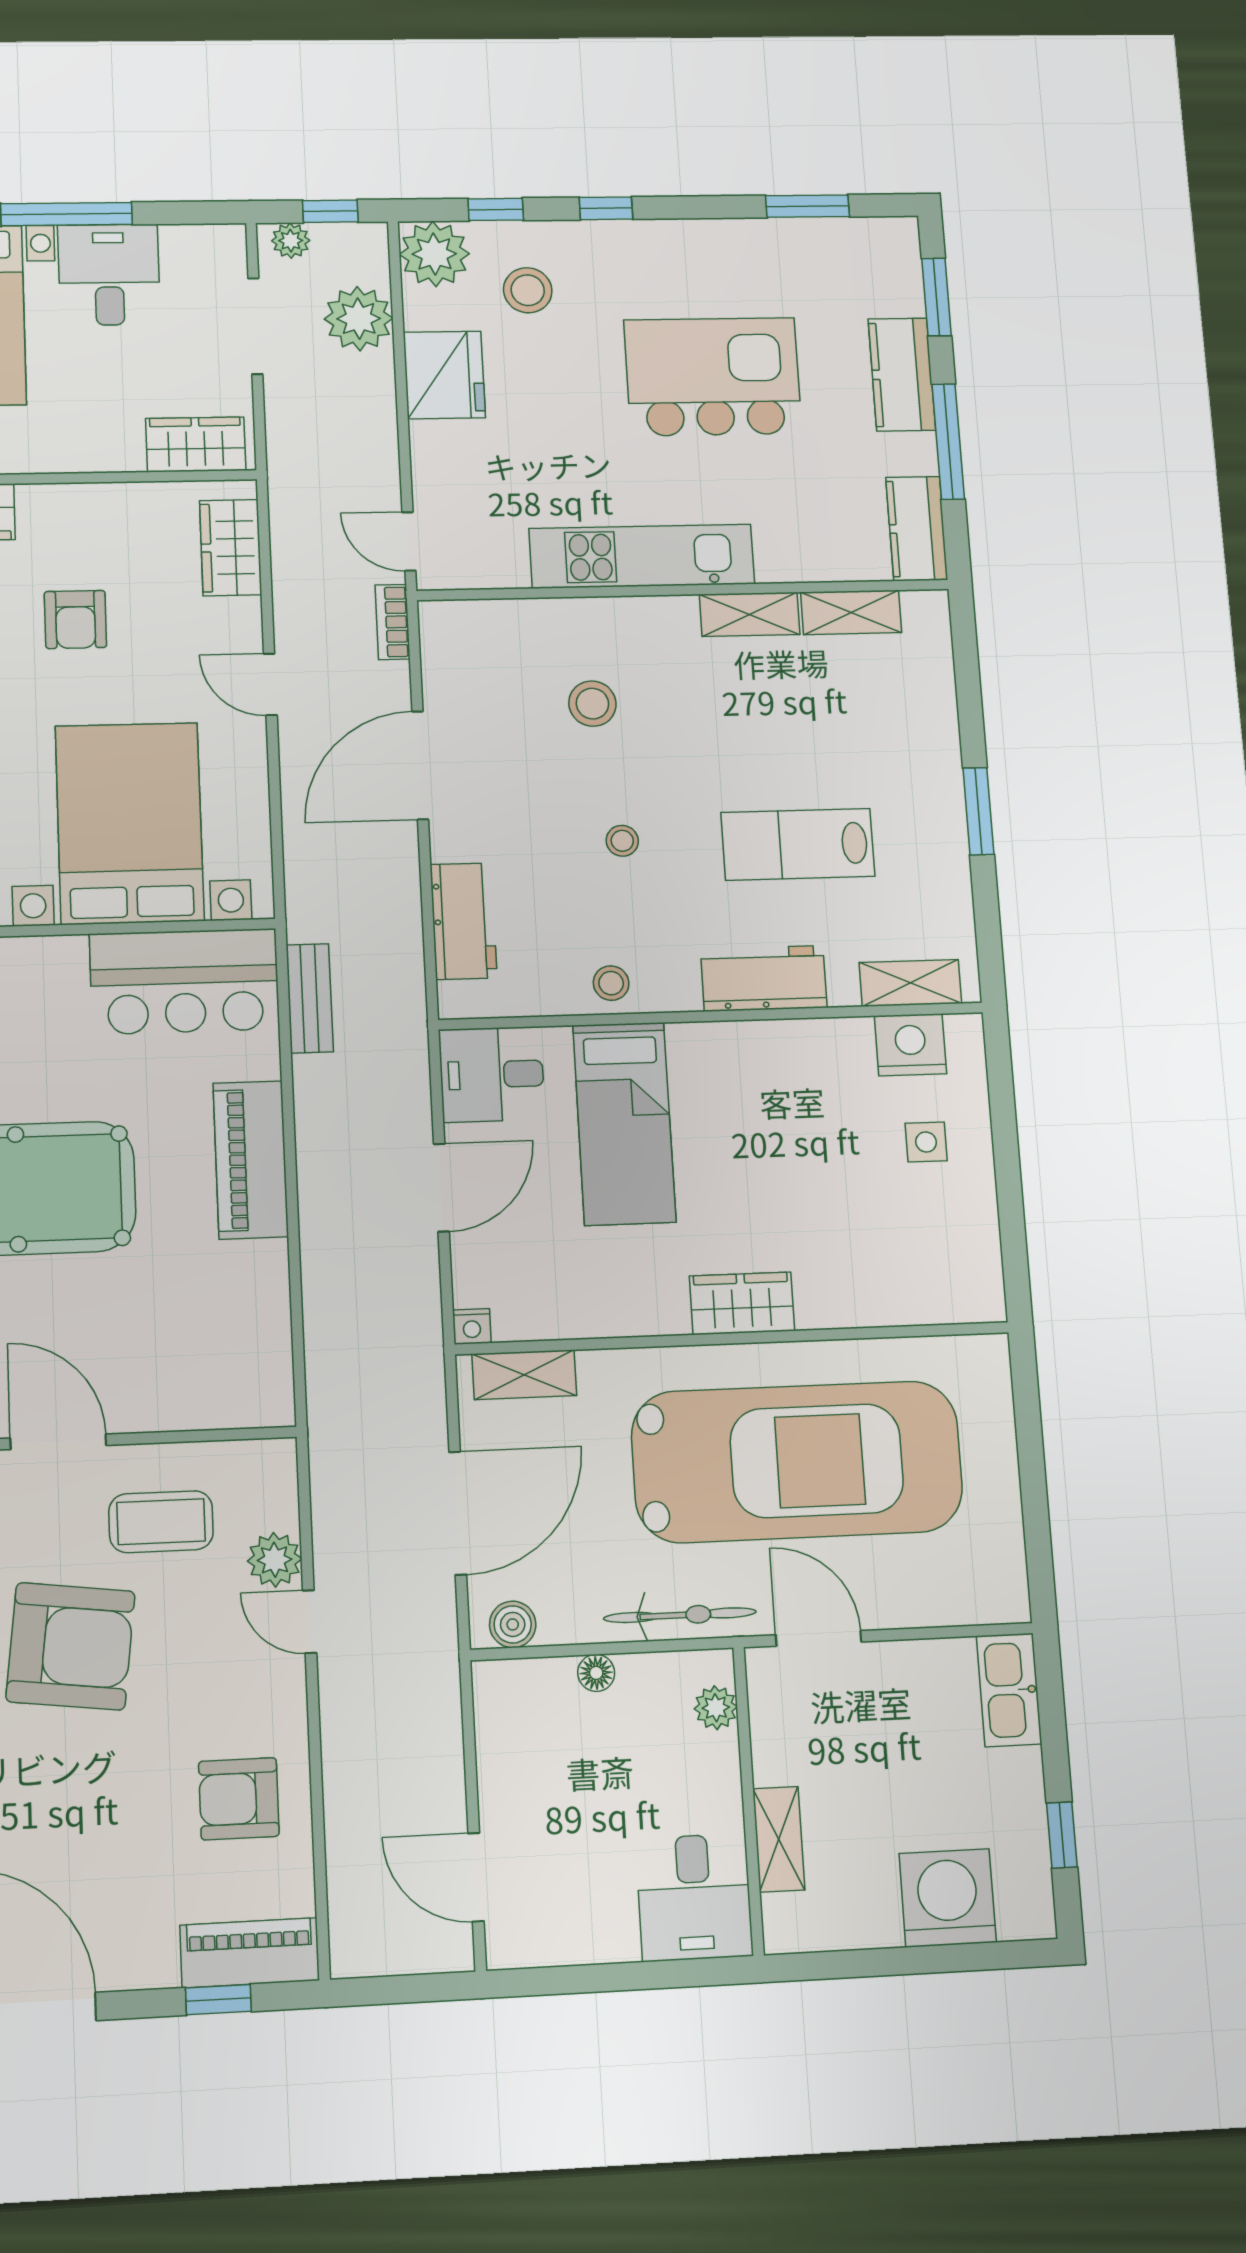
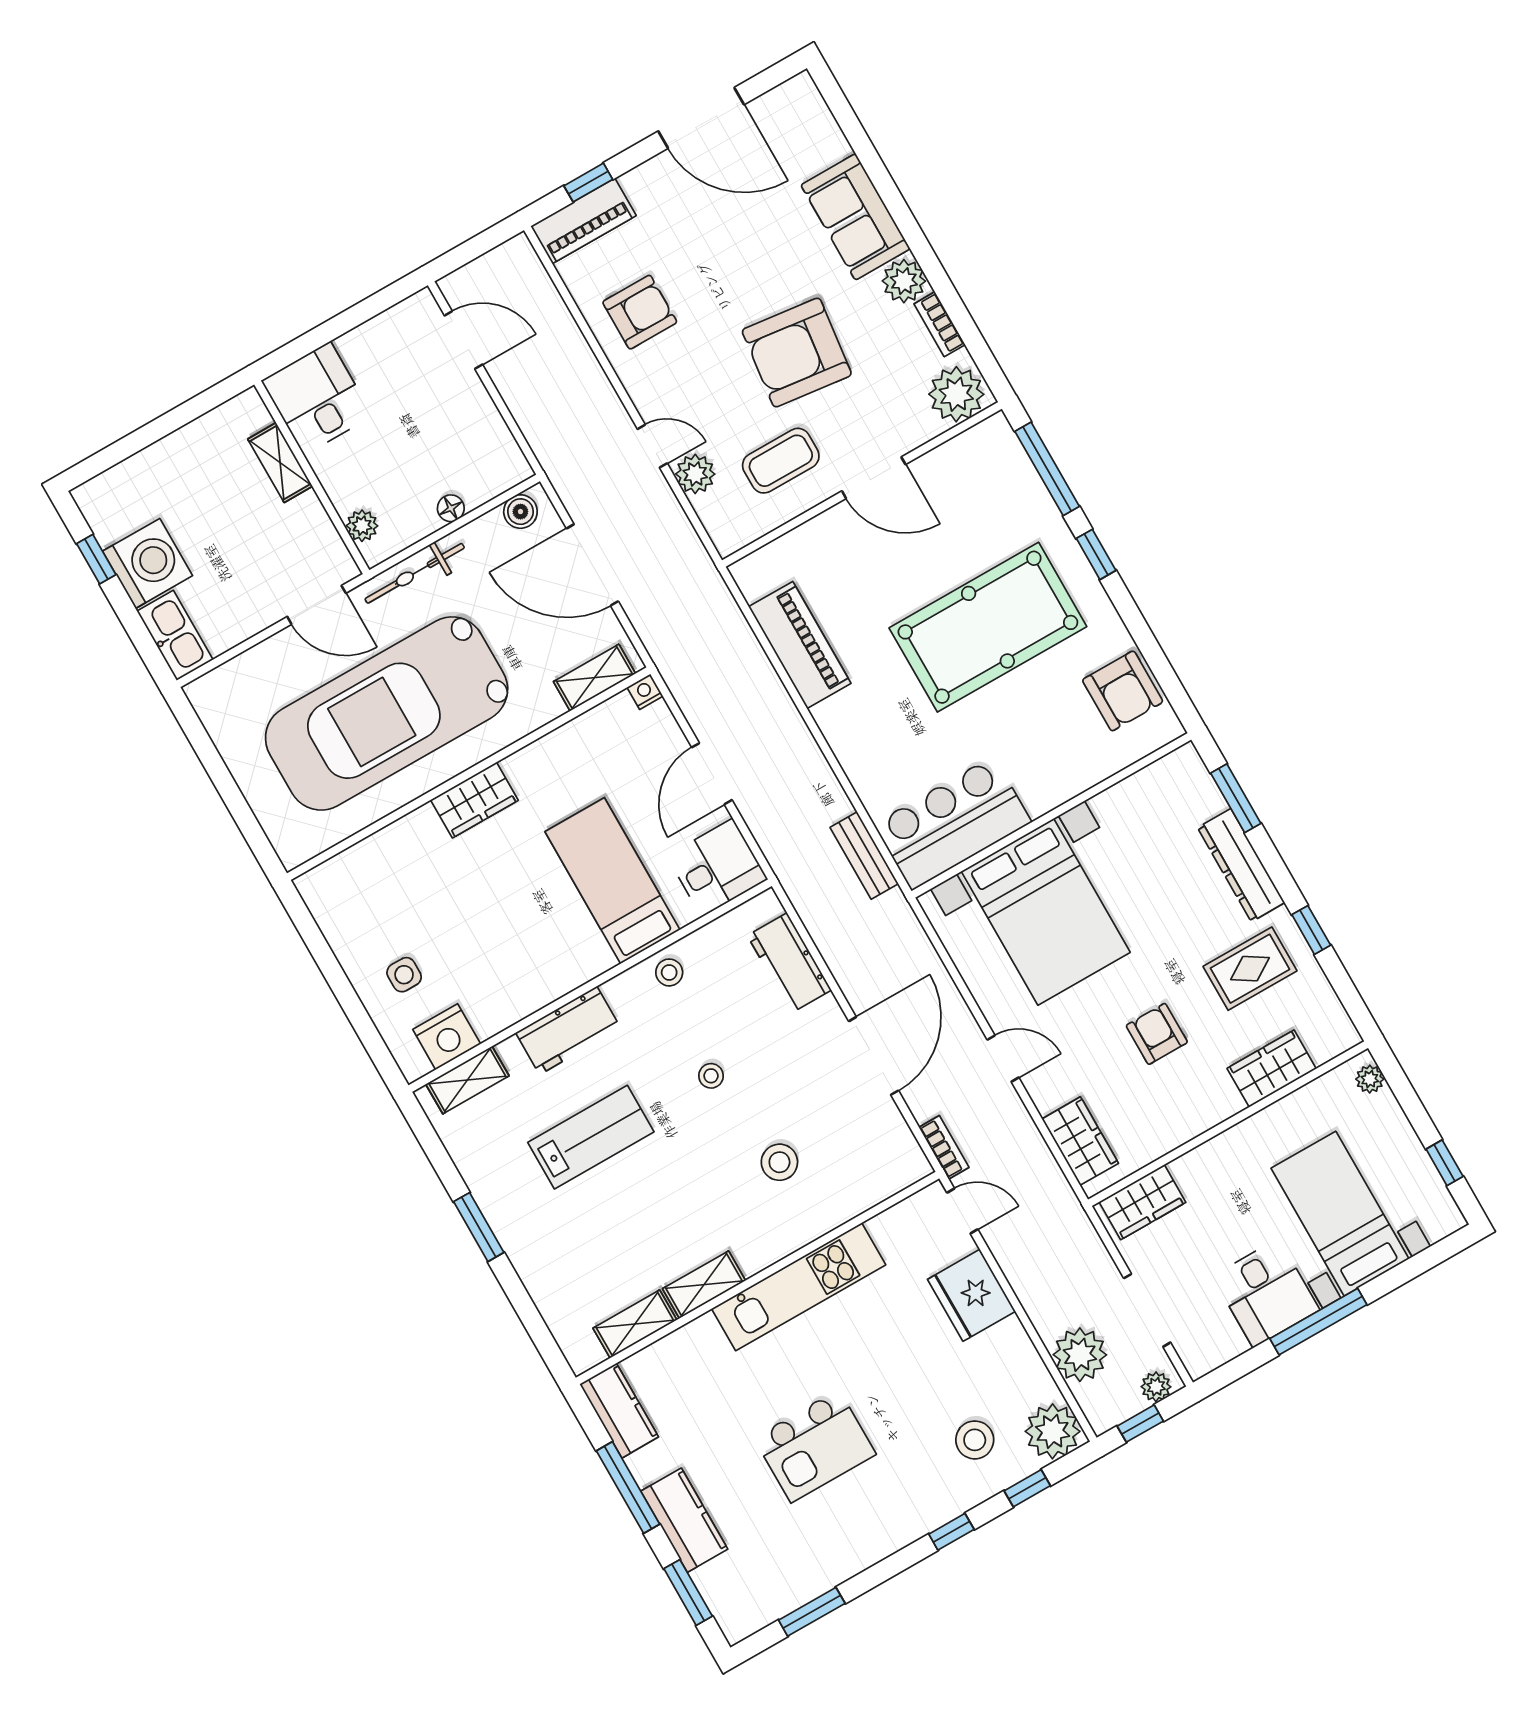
fridge: (444, 375) -> (971, 1295), moved
kitchen island: (713, 377) -> (815, 1446), width x0.73, depth x0.78
piano: (251, 1160) -> (800, 645), moved
door: (458, 1513) -> (592, 565), hinge flipped
washing machine: (948, 1898) -> (148, 563), moved, turned -90

